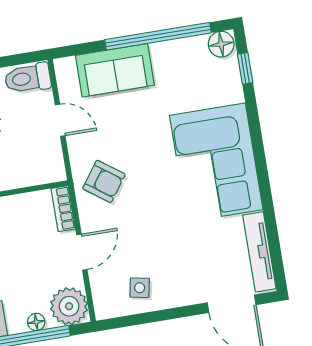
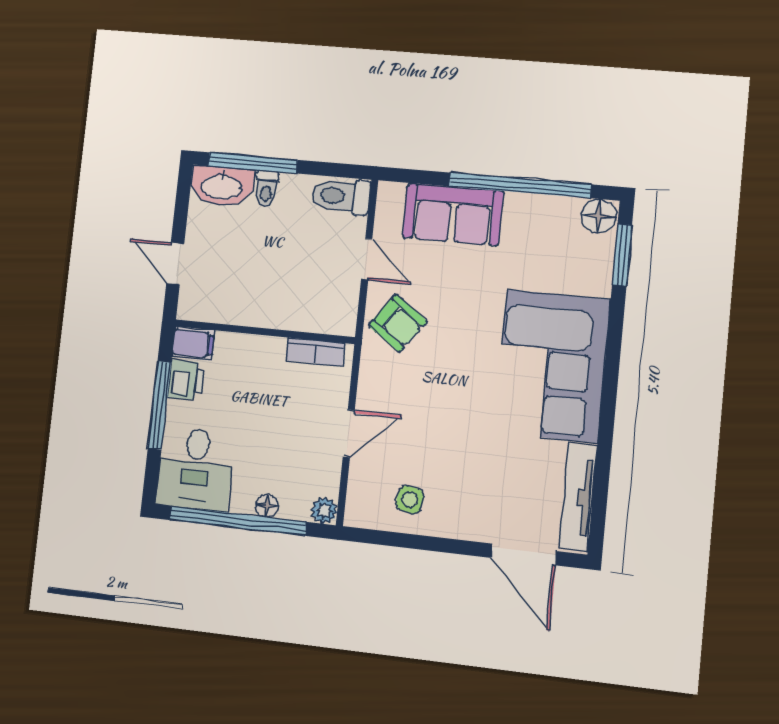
window: (245, 68) -> (622, 255), width x1.50
armchair: (104, 181) -> (398, 323), moved
bookcase: (63, 209) -> (315, 352), moved, turned -90
plant: (69, 306) -> (324, 511), width x0.53, depth x0.53

